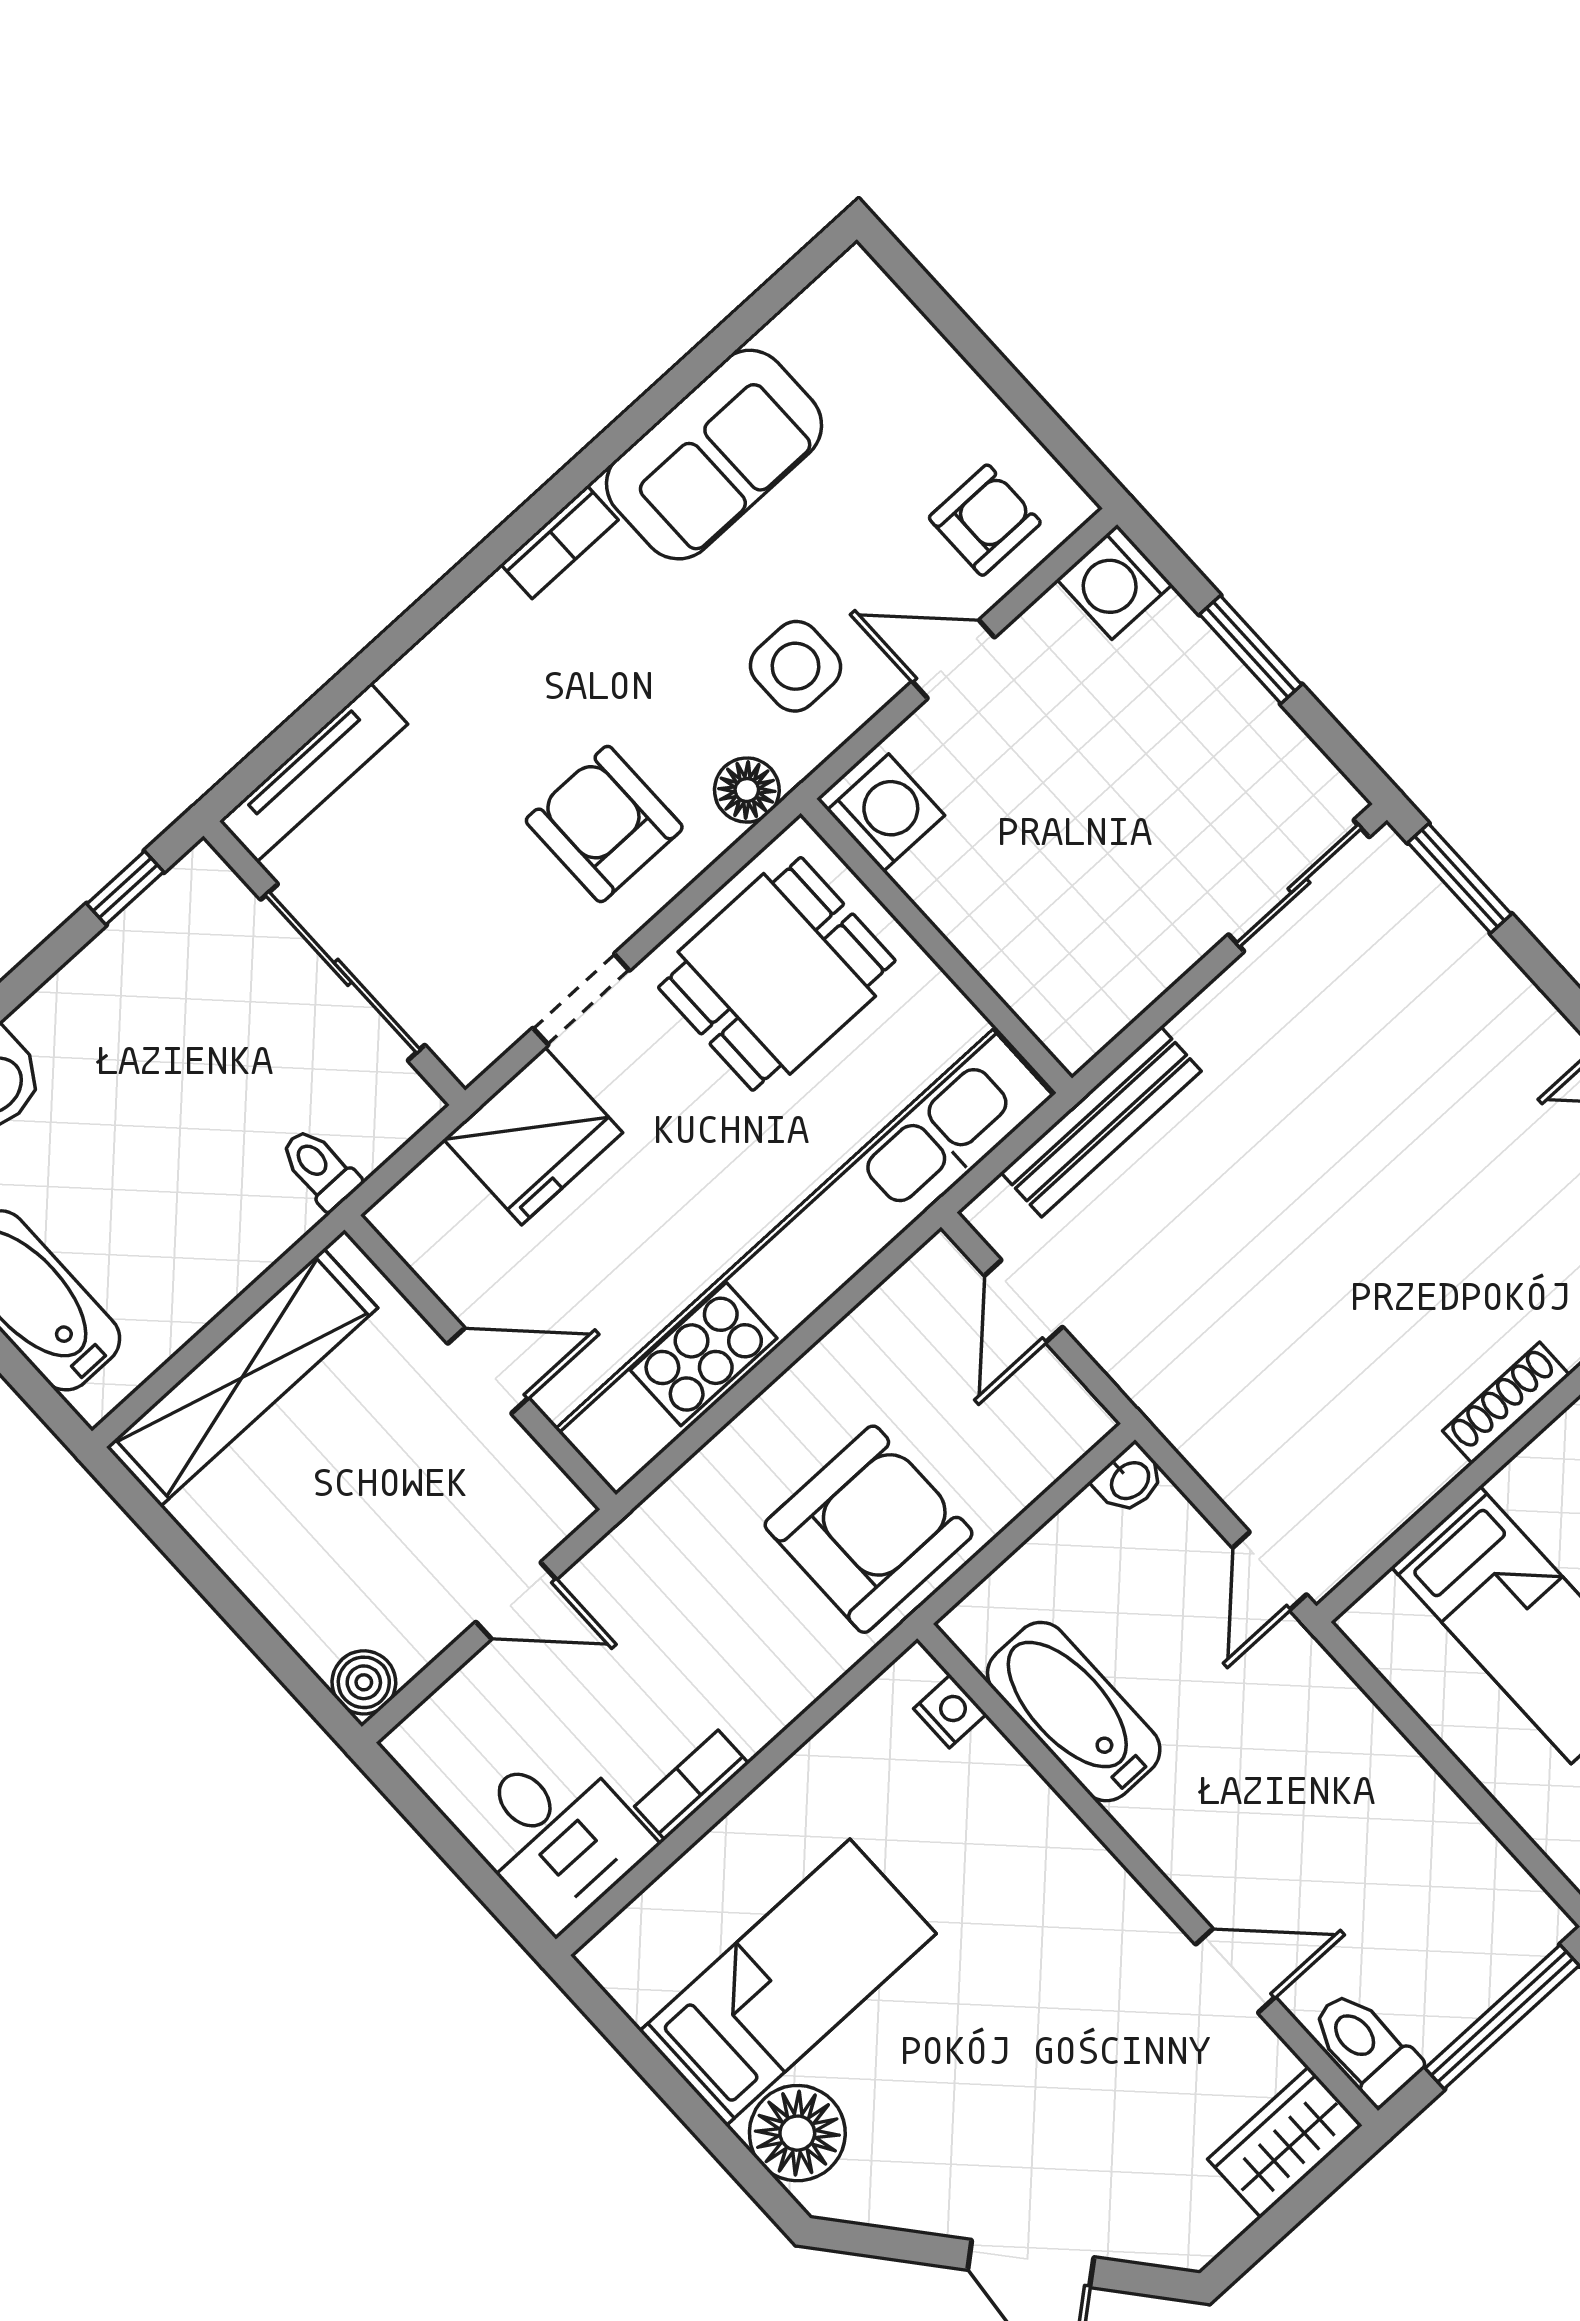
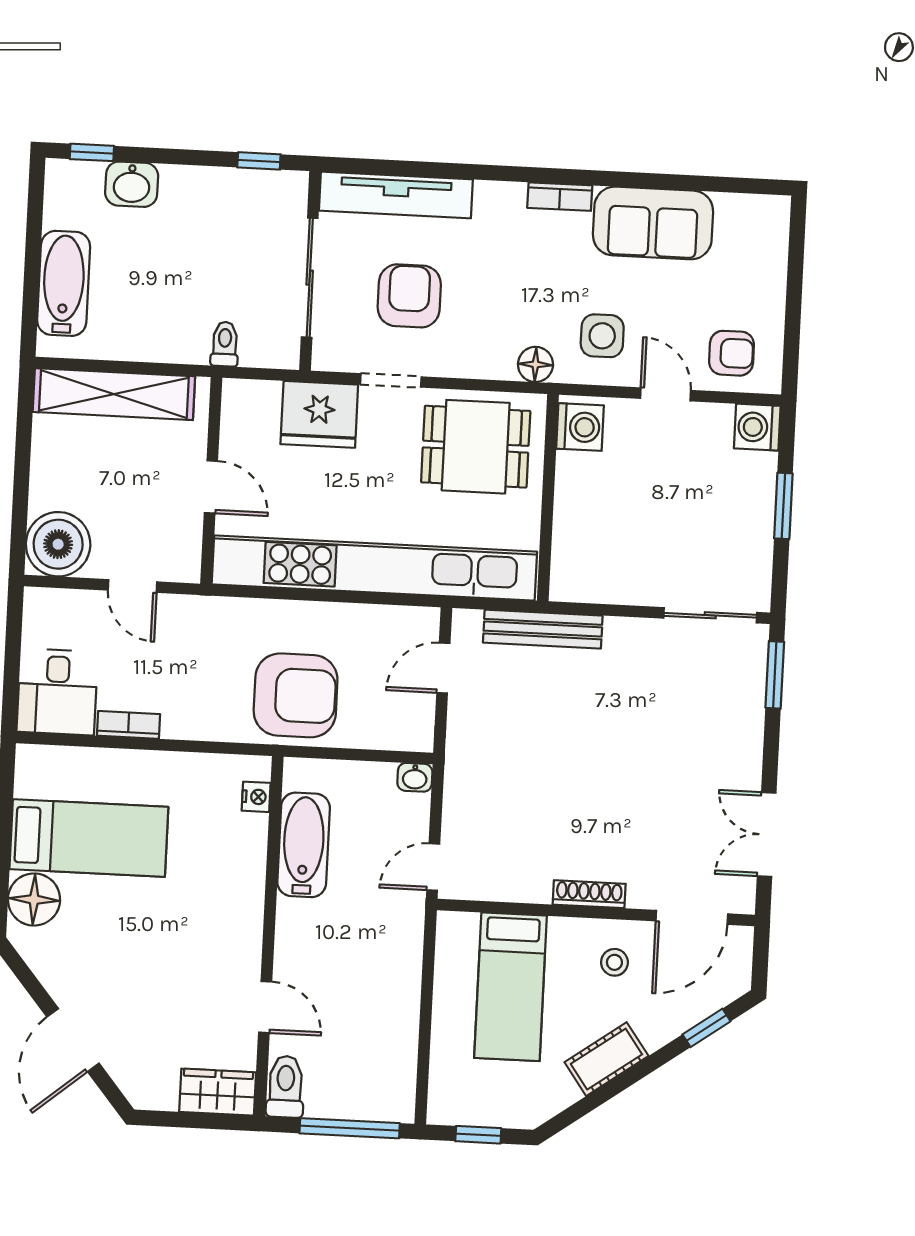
tv unit: (313, 773) -> (396, 195), width x1.36, depth x1.29
armchair: (604, 824) -> (409, 296), moved
boiler: (364, 1682) -> (58, 544), width x1.86, depth x1.86

